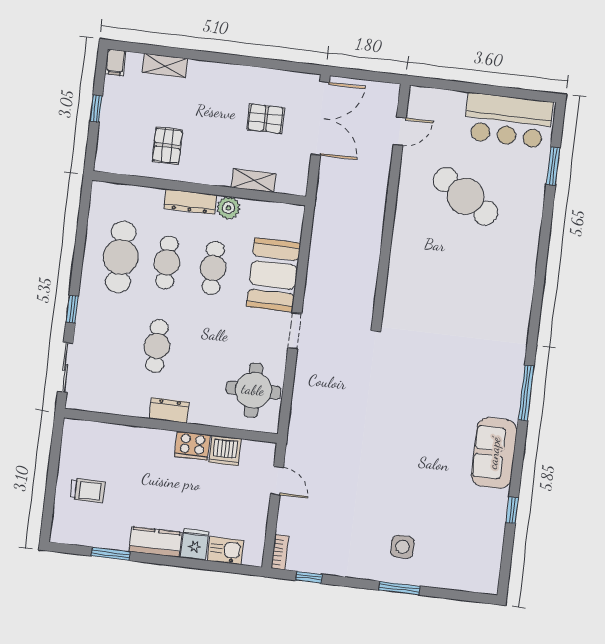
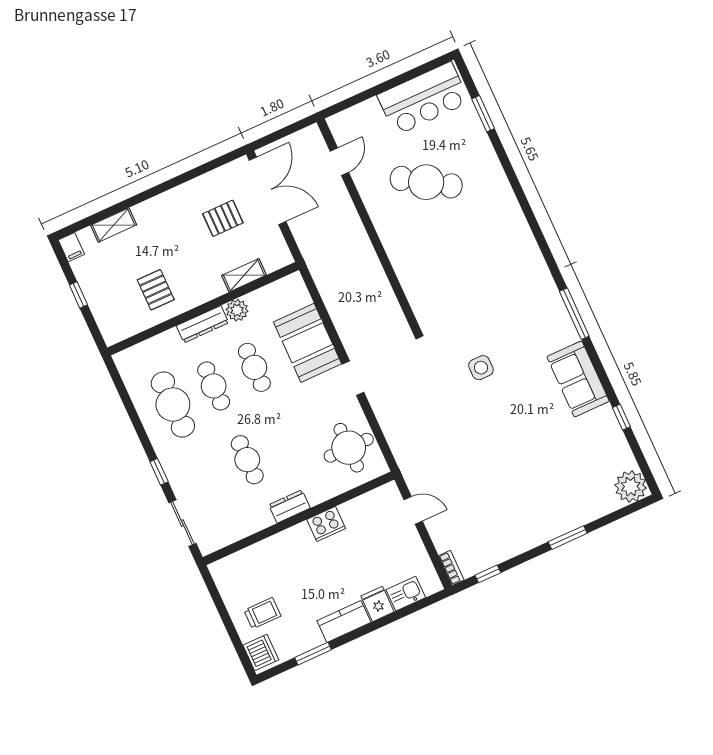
dishwasher: (225, 451) -> (261, 652), moved, turned -90
side table: (402, 547) -> (481, 368), moved
plant: (483, 577) -> (631, 487), added

